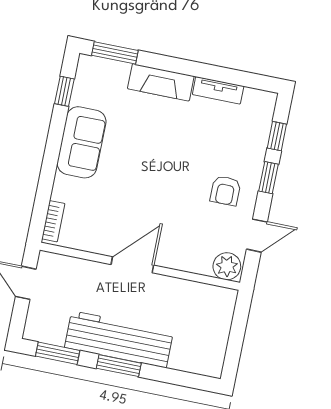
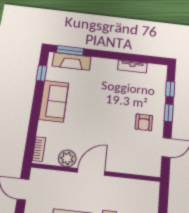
fireplace: (161, 82) -> (72, 61), moved
plant: (227, 266) -> (67, 158), moved

